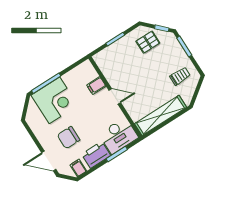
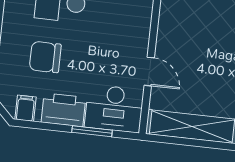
filing cabinet: (96, 86) -> (139, 17), removed
door: (115, 96) -> (149, 72), moved

